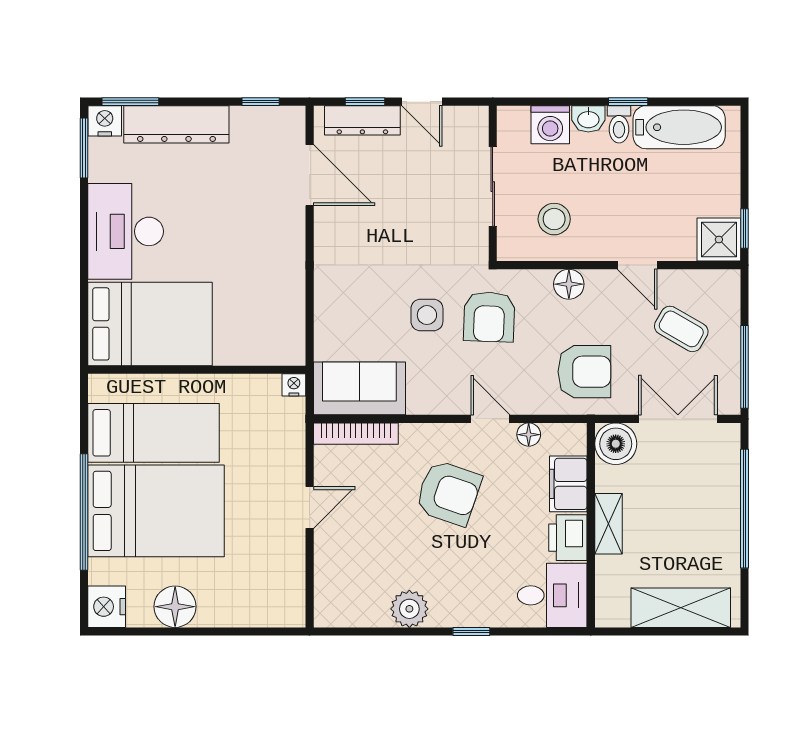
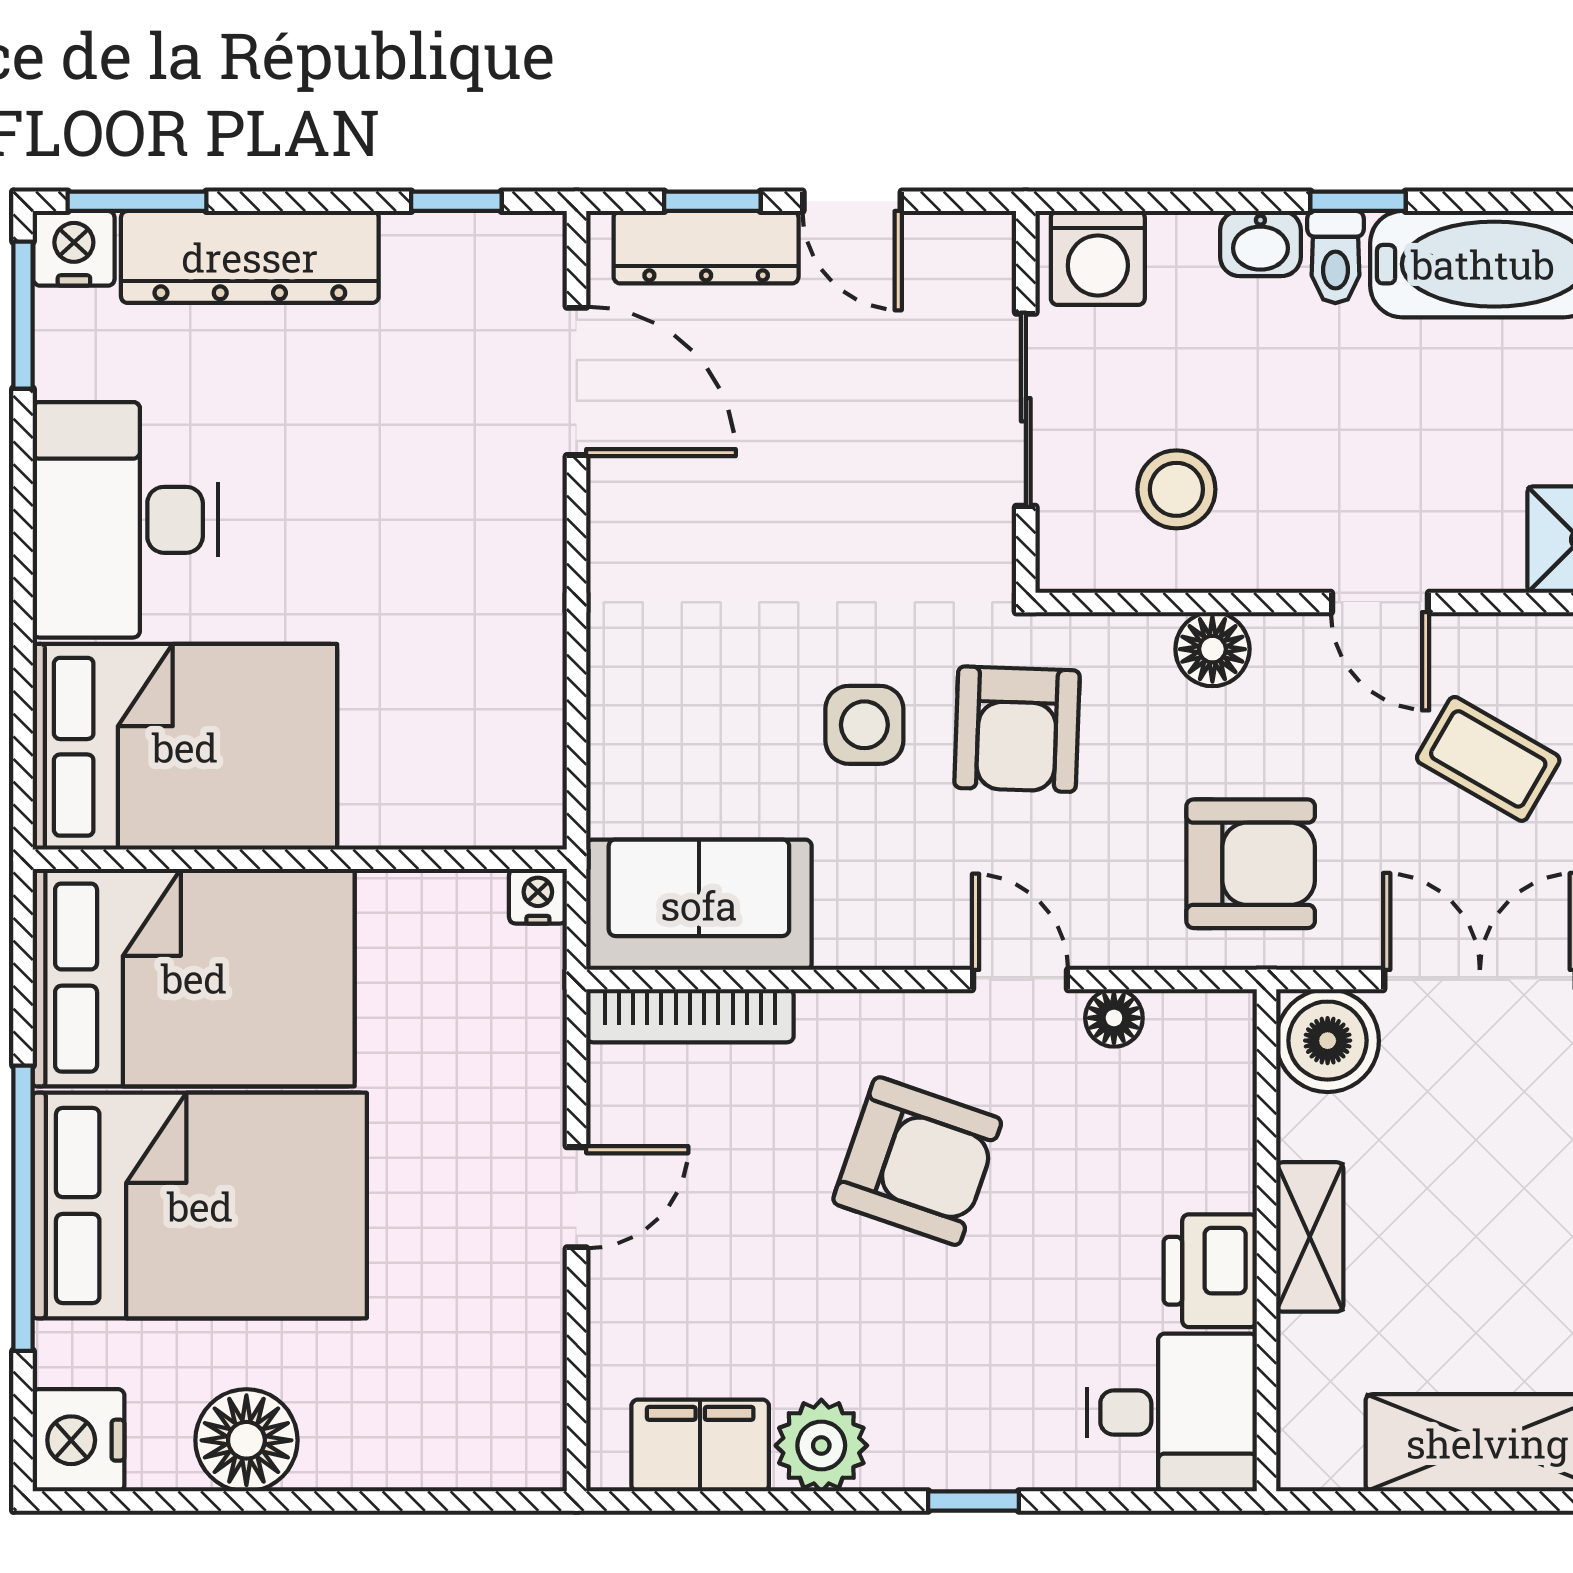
washing machine: (550, 125) -> (1098, 258), moved
bed: (154, 433) -> (194, 978), width x1.50
filing cabinet: (568, 484) -> (700, 1445), moved, turned 90

